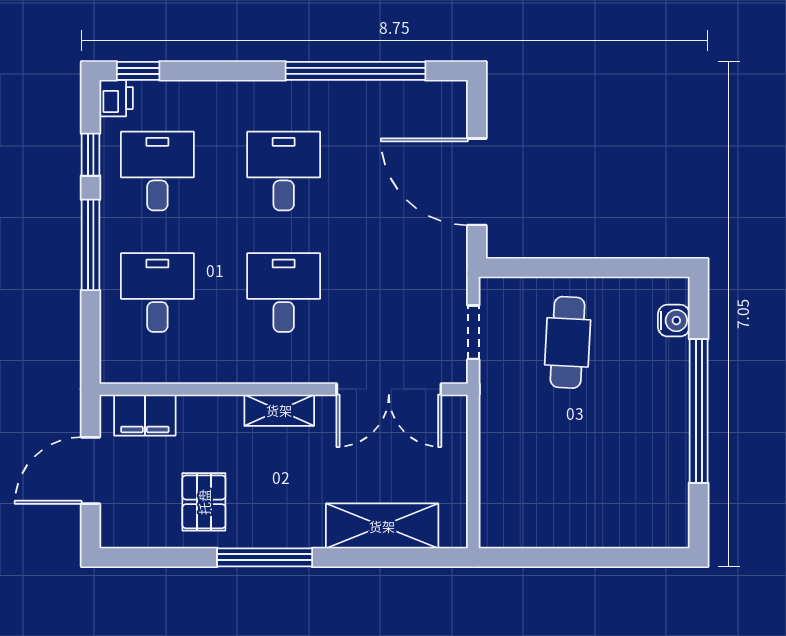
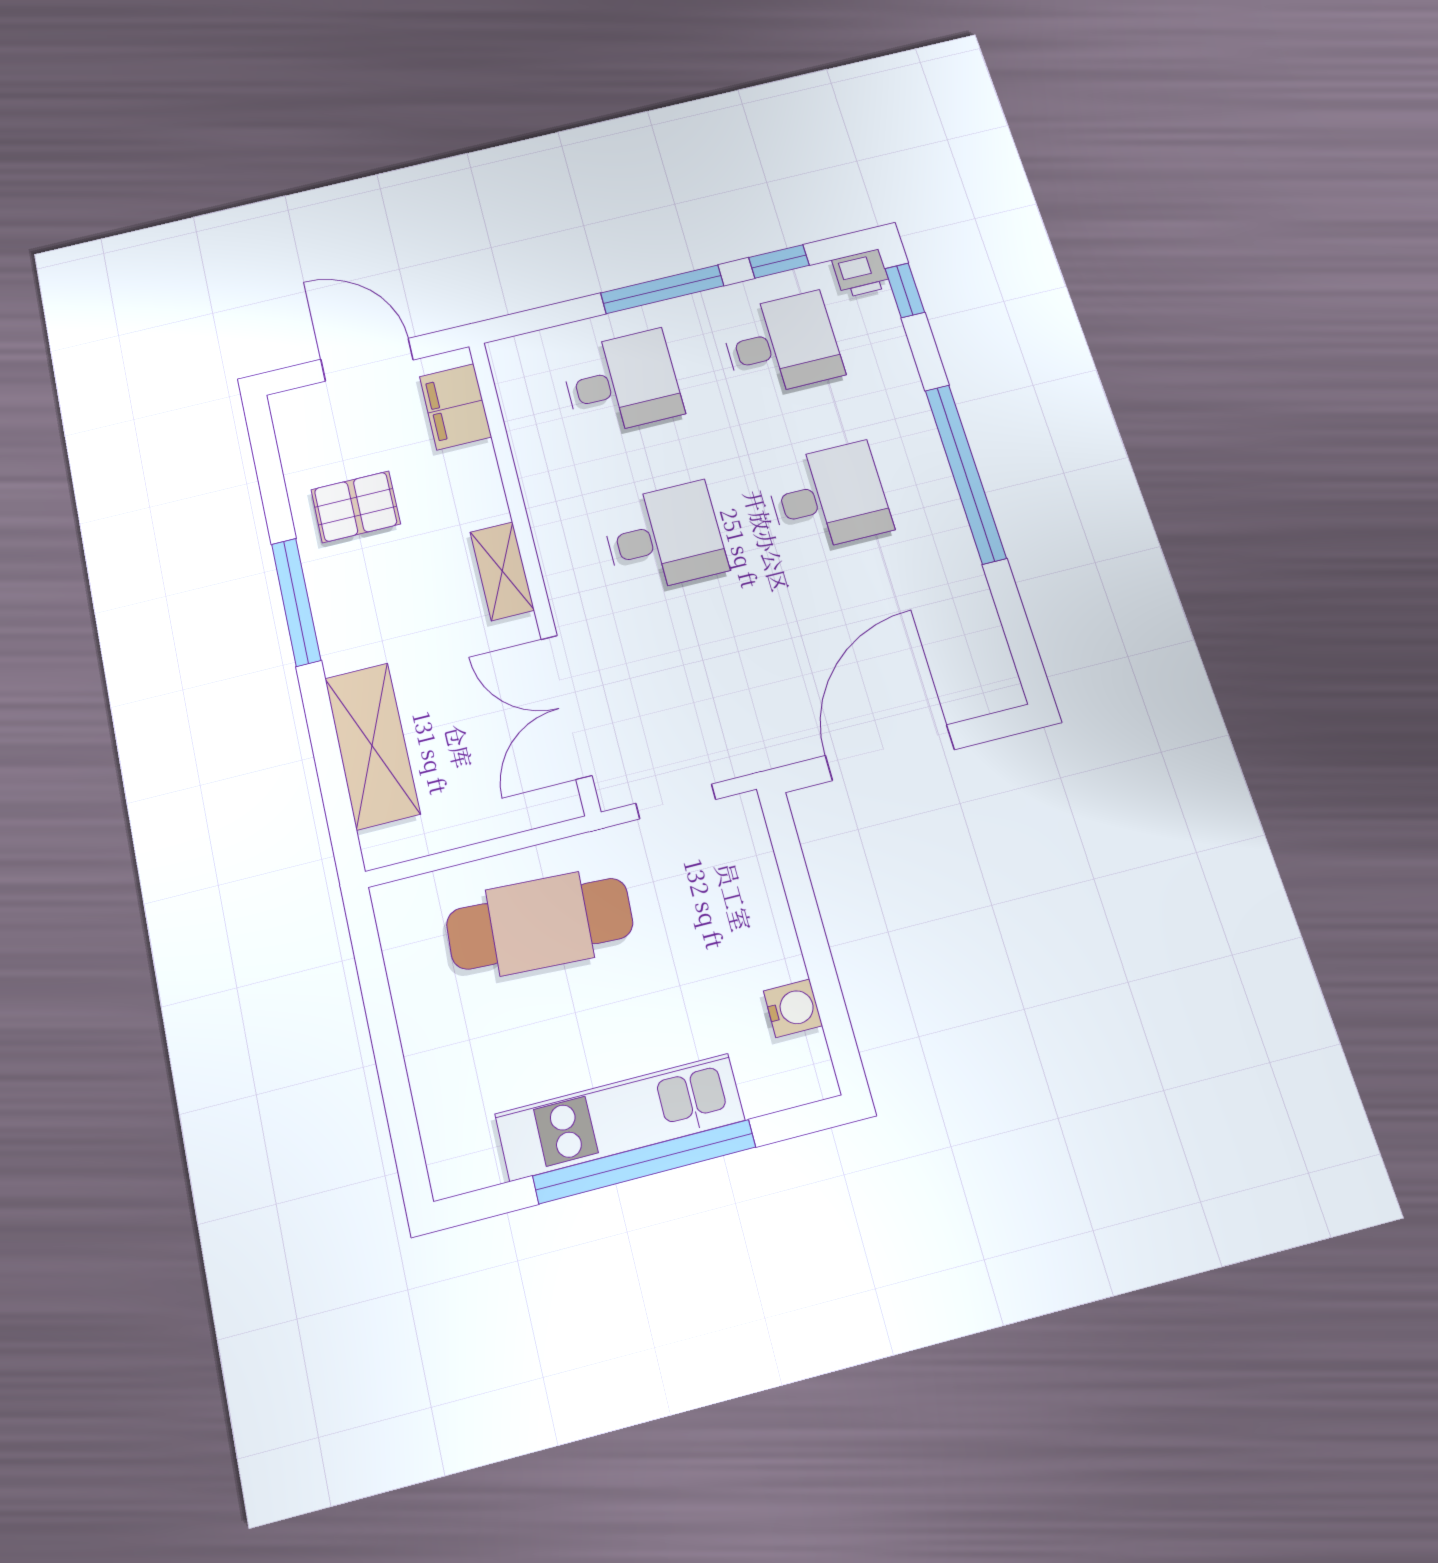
window: (356, 71) -> (965, 473), moved
water cooler: (674, 321) -> (793, 1008), moved, turned -90
cafe table: (568, 342) -> (540, 924), moved, width x1.37, depth x1.35
kitchen unit: (668, 420) -> (620, 1117), added

